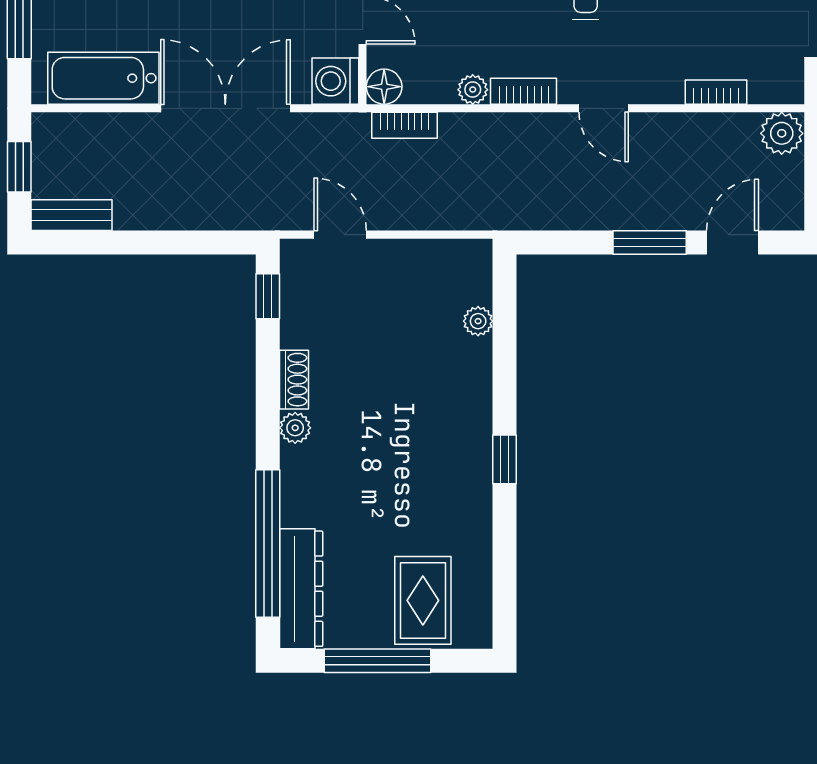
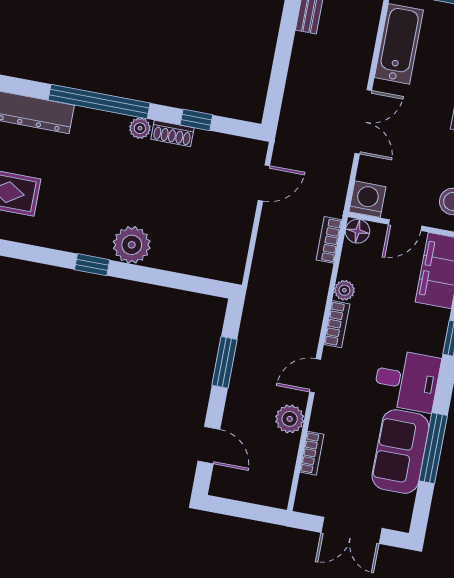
double door: (225, 108) -> (363, 122), width x0.73
plant: (782, 133) -> (290, 419), moved
window: (650, 242) -> (224, 362), moved
window: (268, 296) -> (196, 120), moved
plant: (478, 321) -> (132, 245), moved, width x1.88, depth x1.88
window: (268, 544) -> (99, 101), moved

